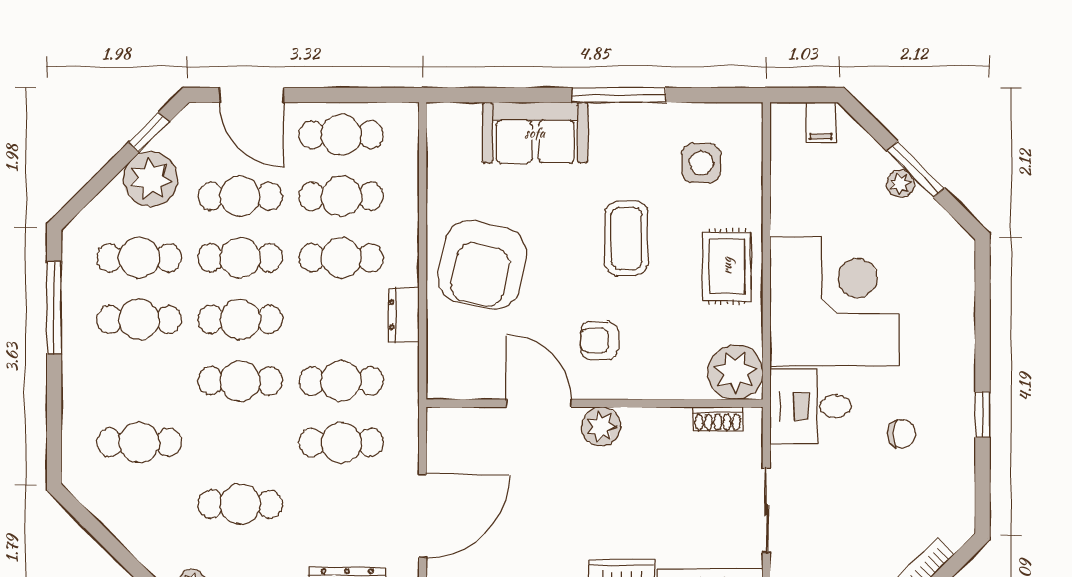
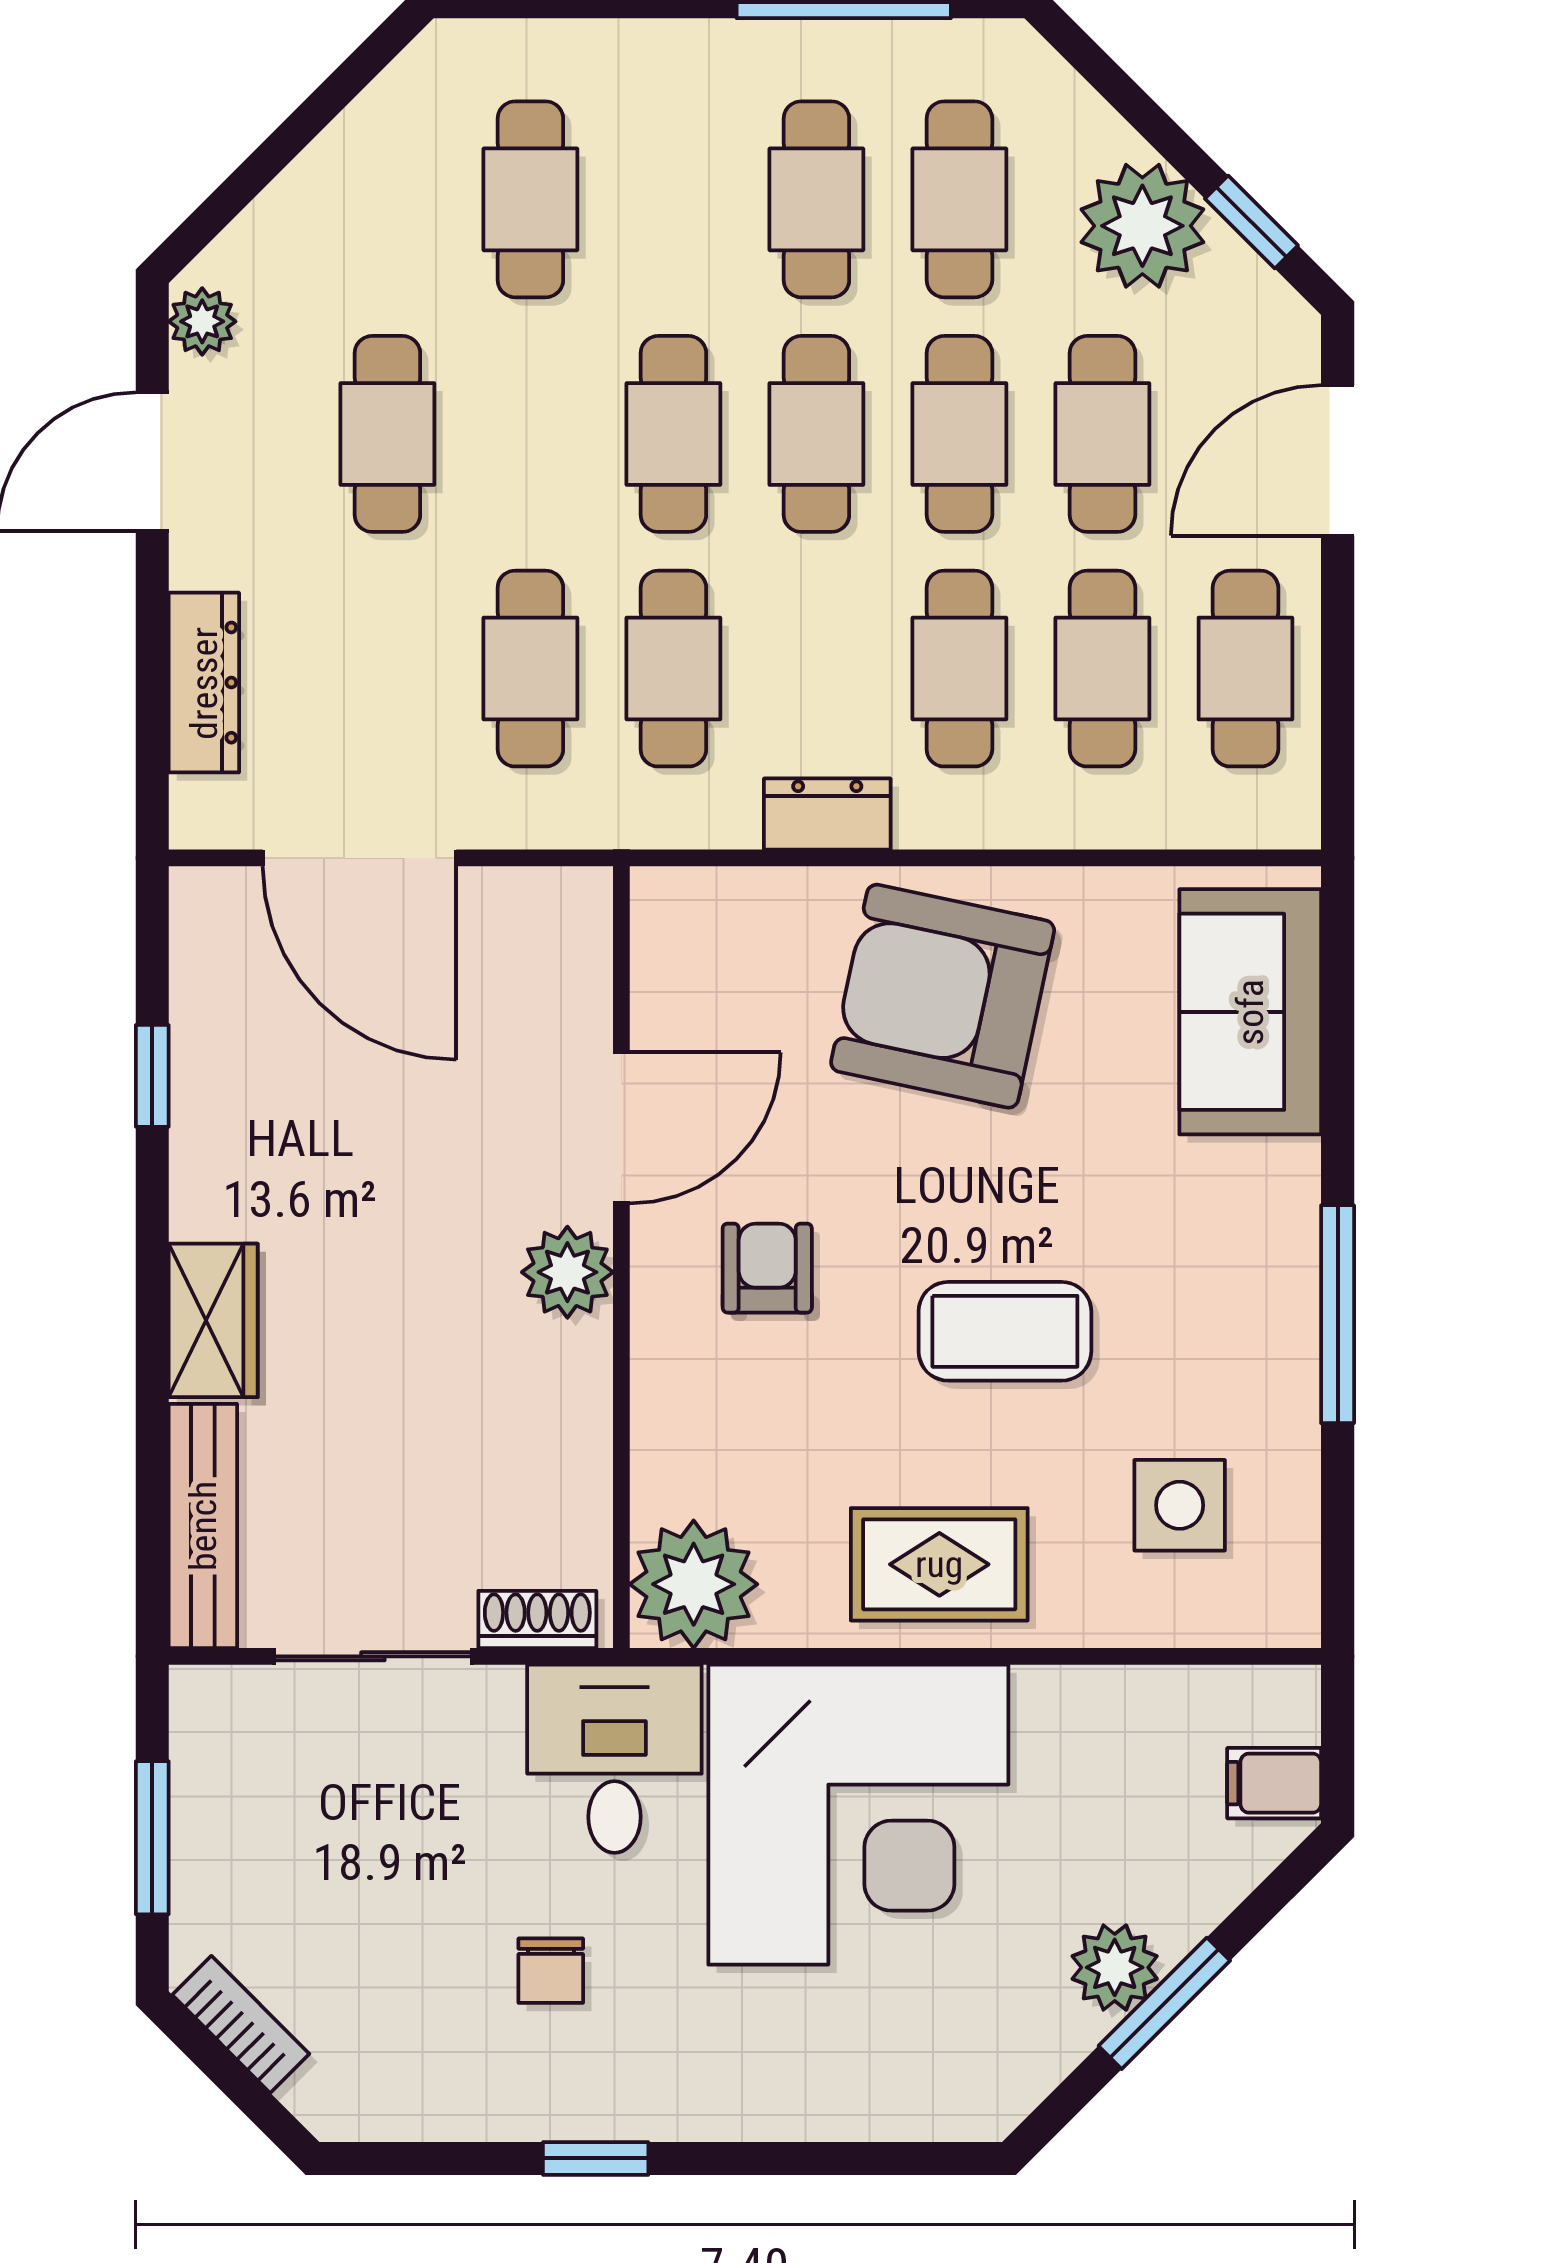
sofa: (535, 133) -> (1250, 1012), moved
plant: (900, 184) -> (1115, 1967), width x1.38, depth x1.38
shoe rack: (718, 419) -> (537, 1619), moved, turned 90

